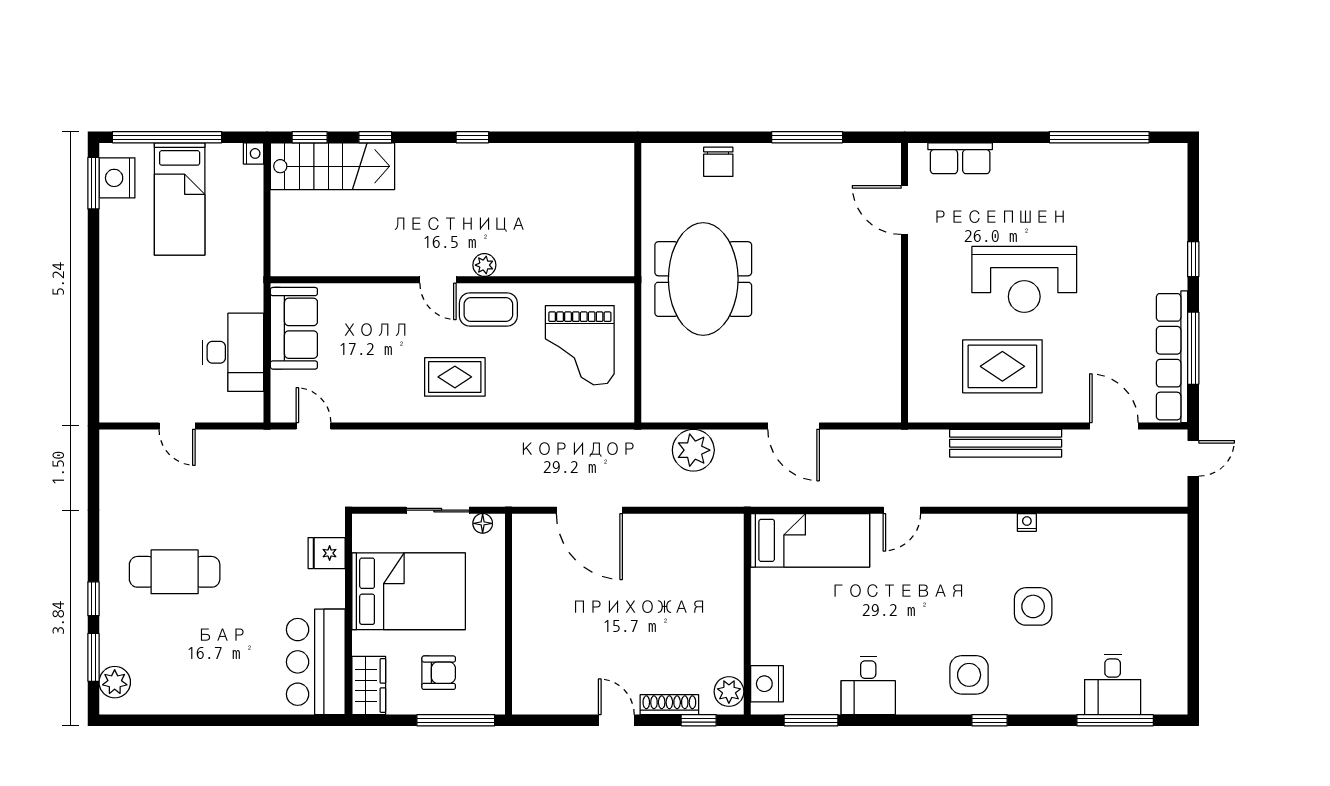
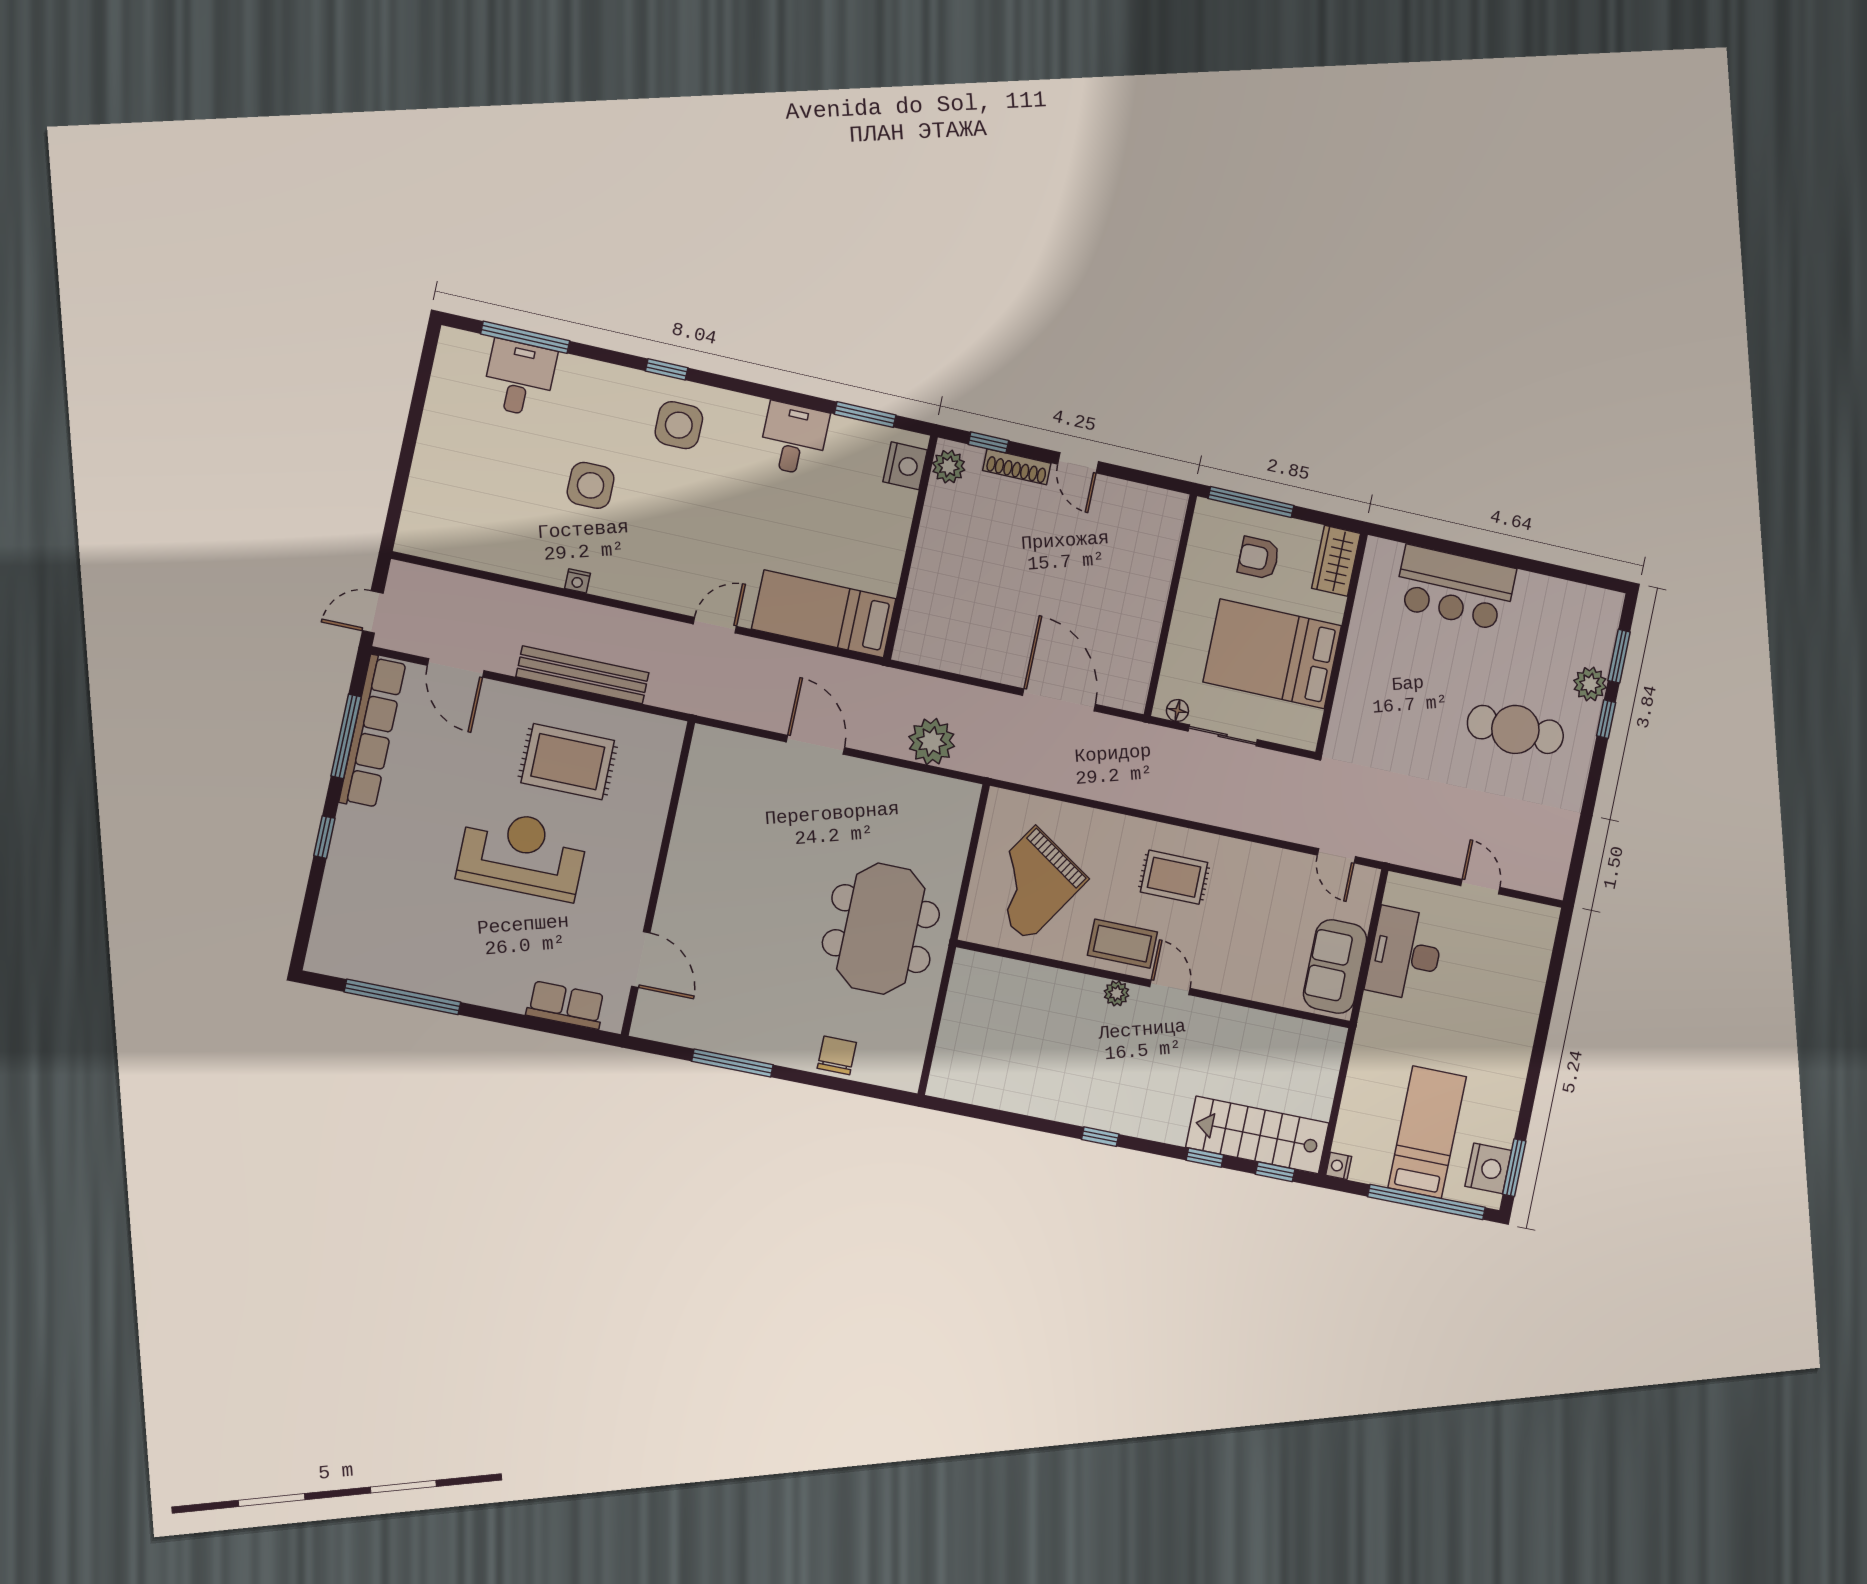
grand piano: (580, 345) -> (1031, 883), turned -147
fridge: (327, 553) -> (1351, 715), removed
bar counter: (316, 662) -> (1455, 588), moved, turned 90
plant: (115, 682) -> (1590, 684), moved

